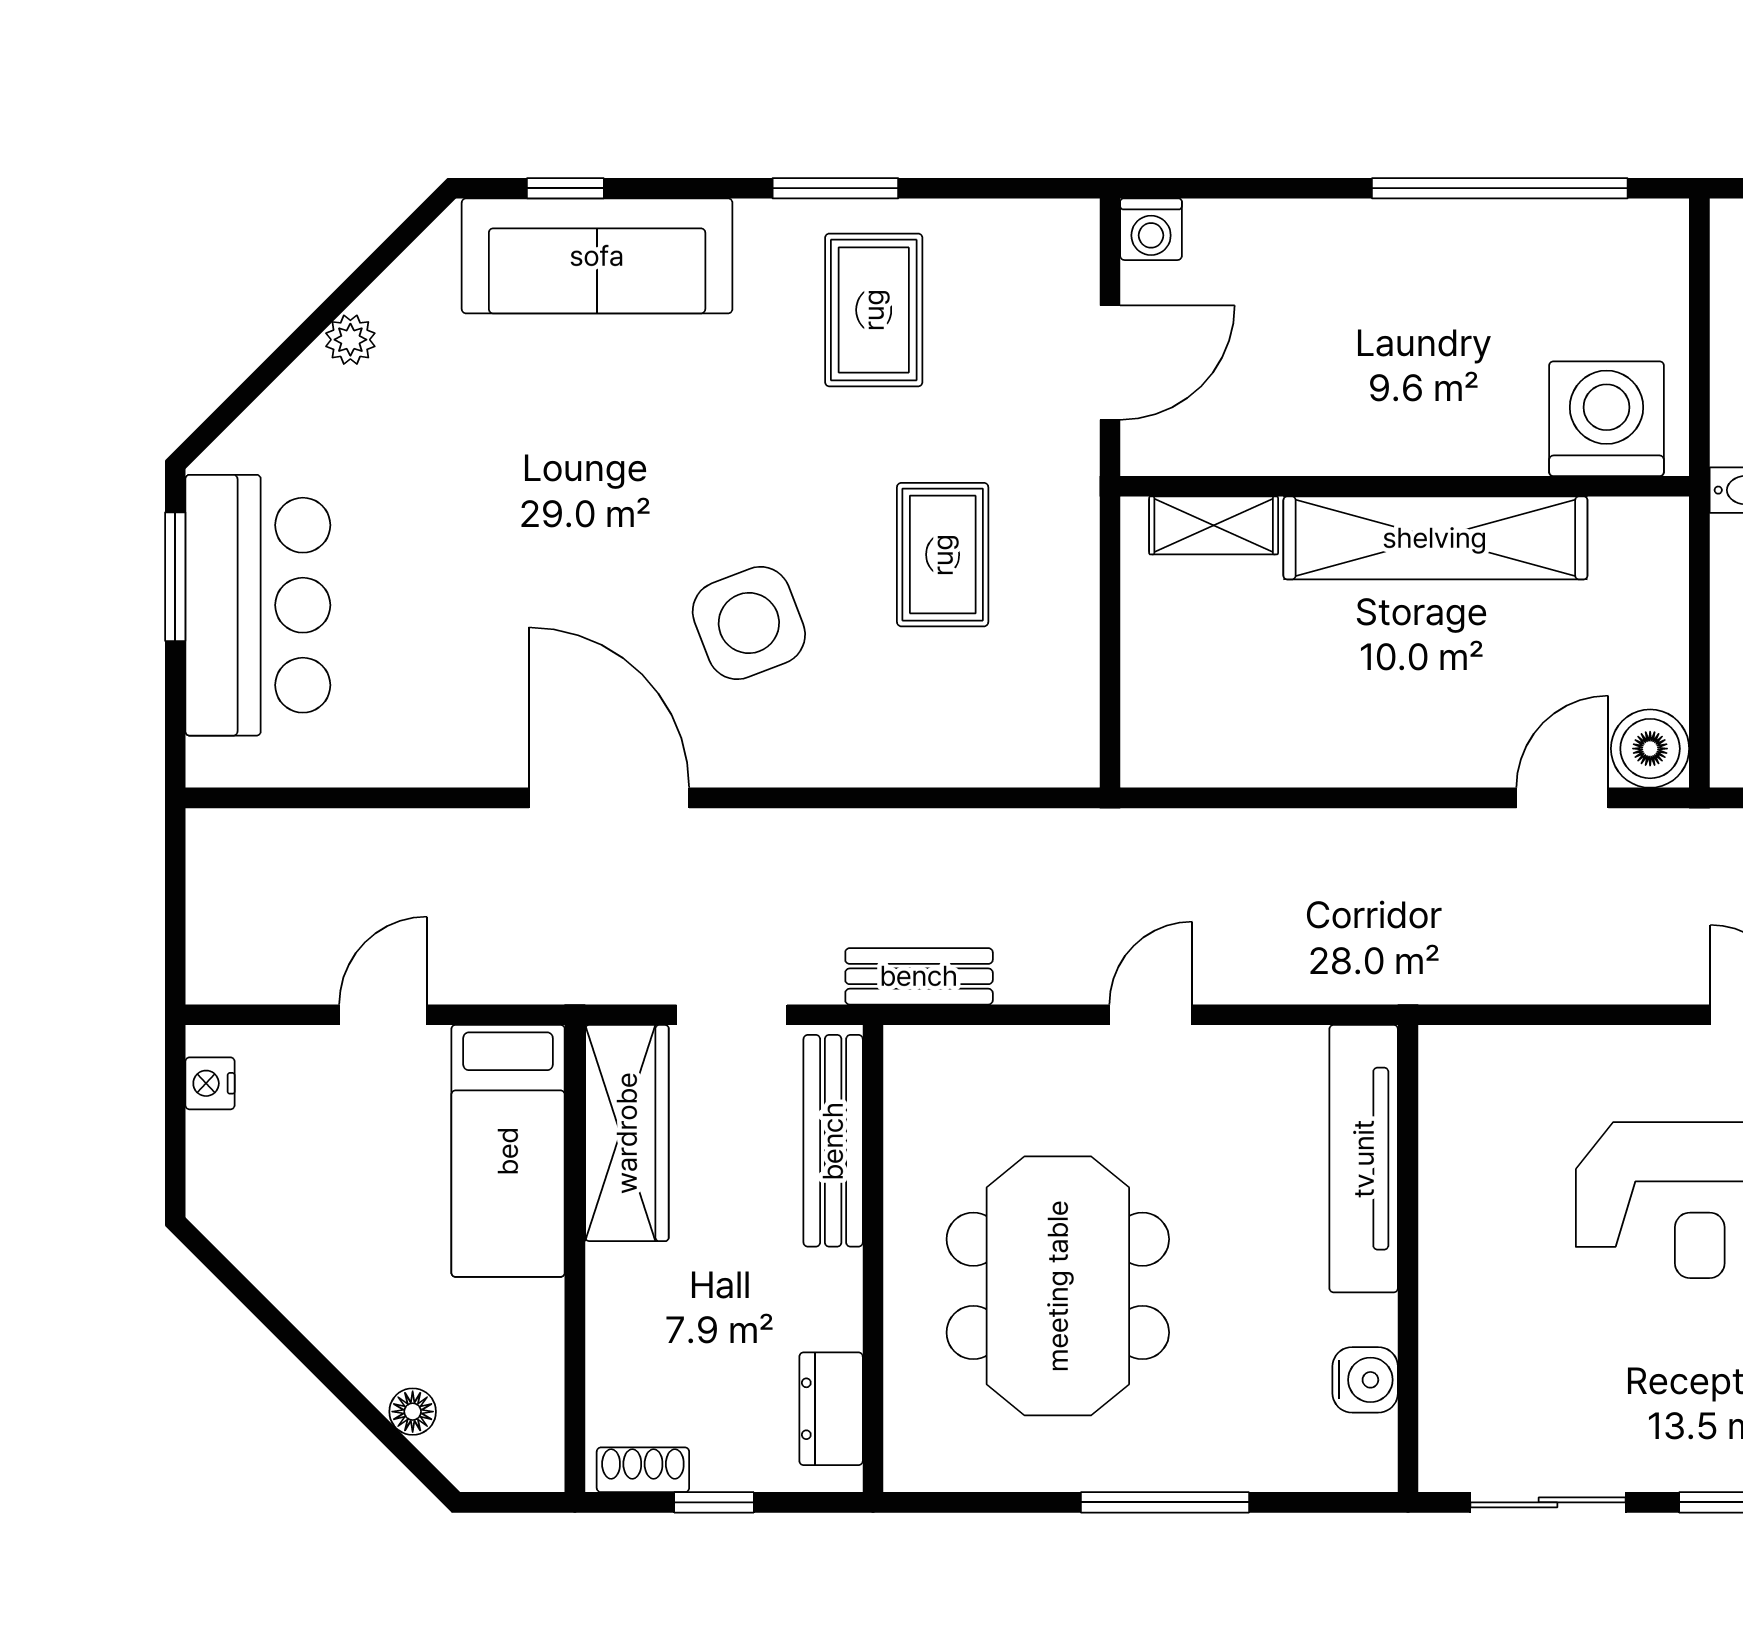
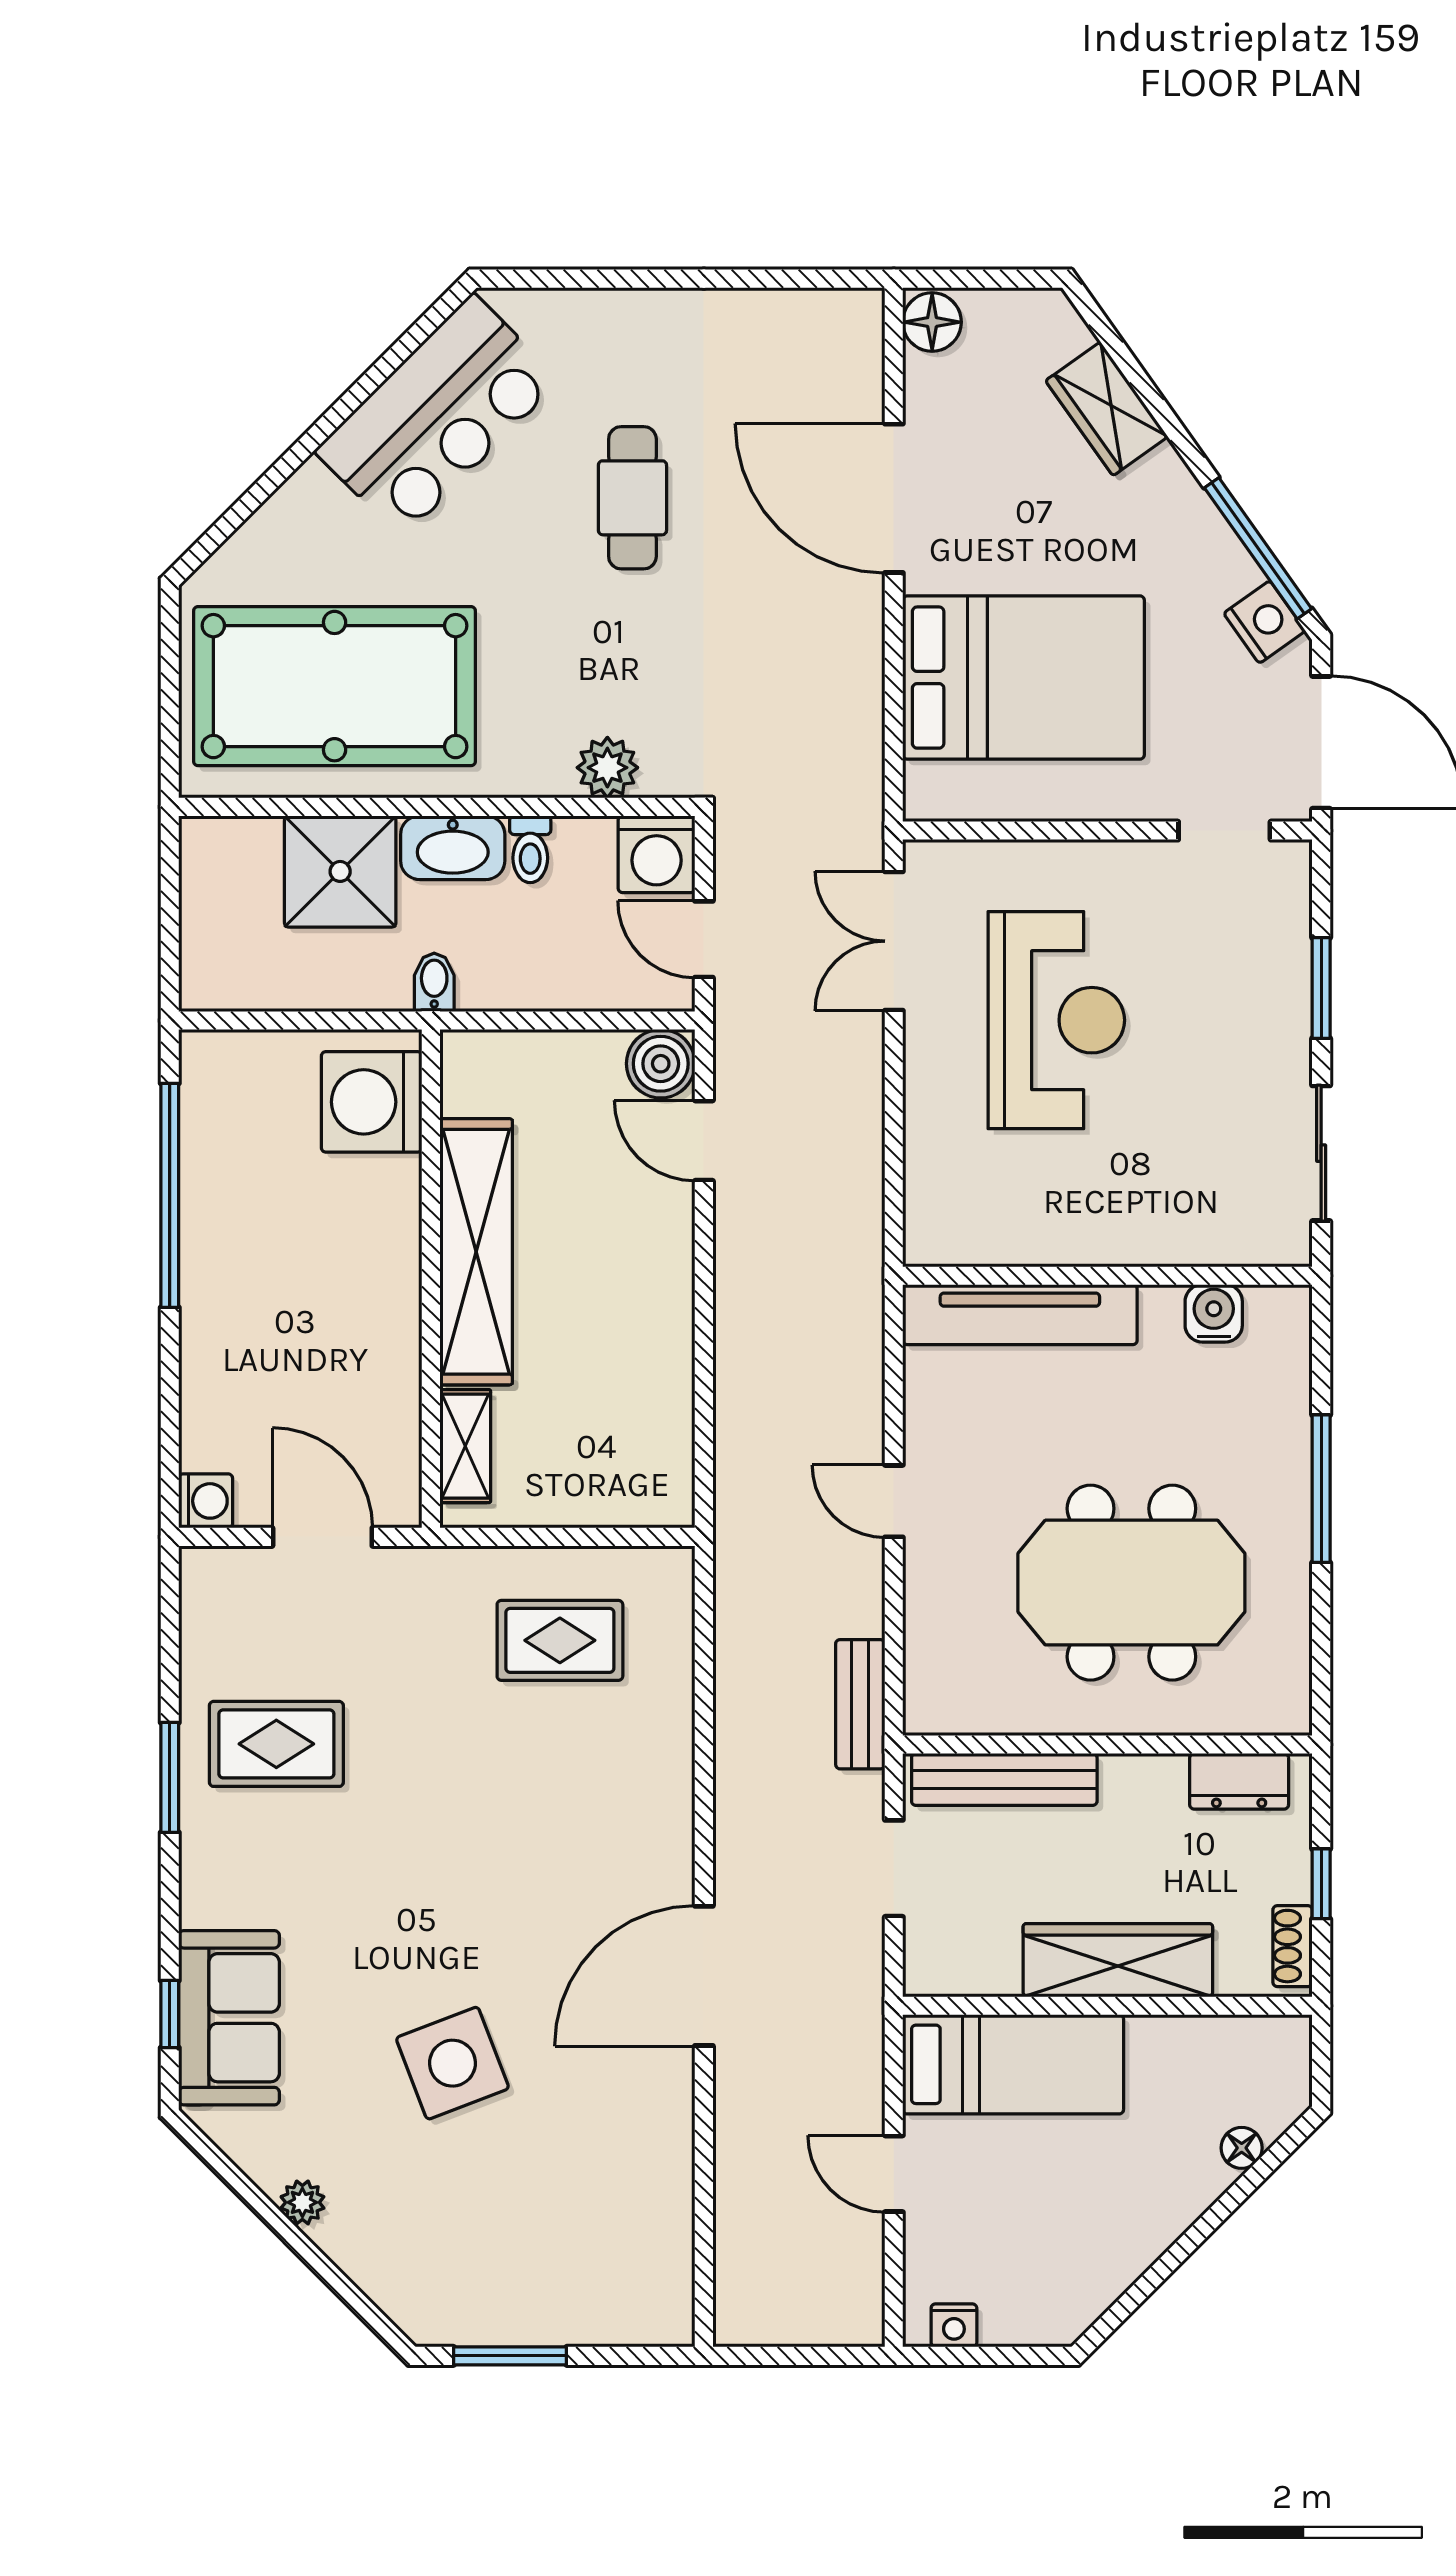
sofa: (597, 256) -> (229, 2018), width x0.73
rug: (943, 555) -> (560, 1640), moved
bar counter: (258, 605) -> (535, 2283), removed
side table: (749, 623) -> (452, 2063), moved
wardrobe: (627, 1133) -> (1118, 1960), moved

